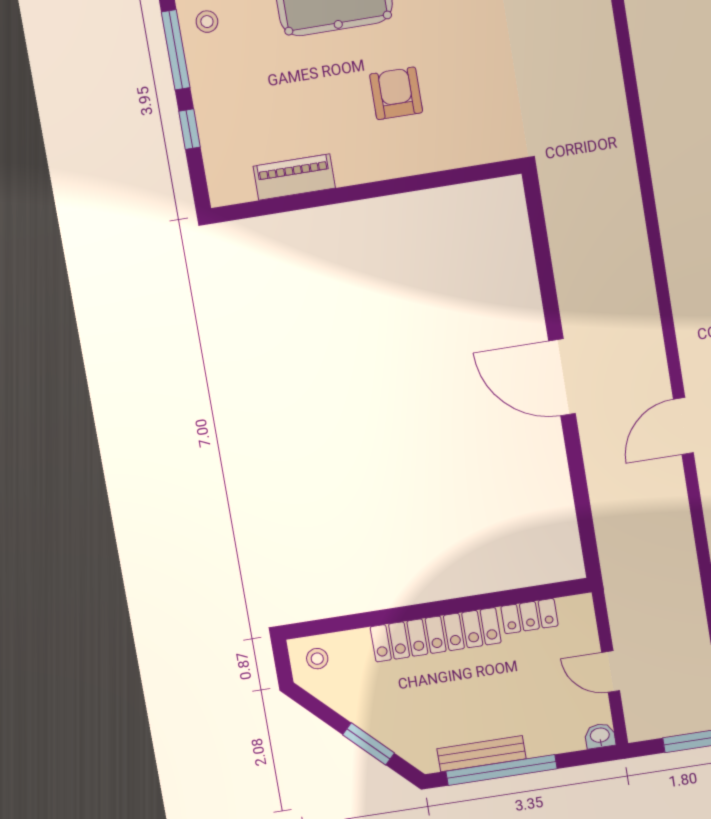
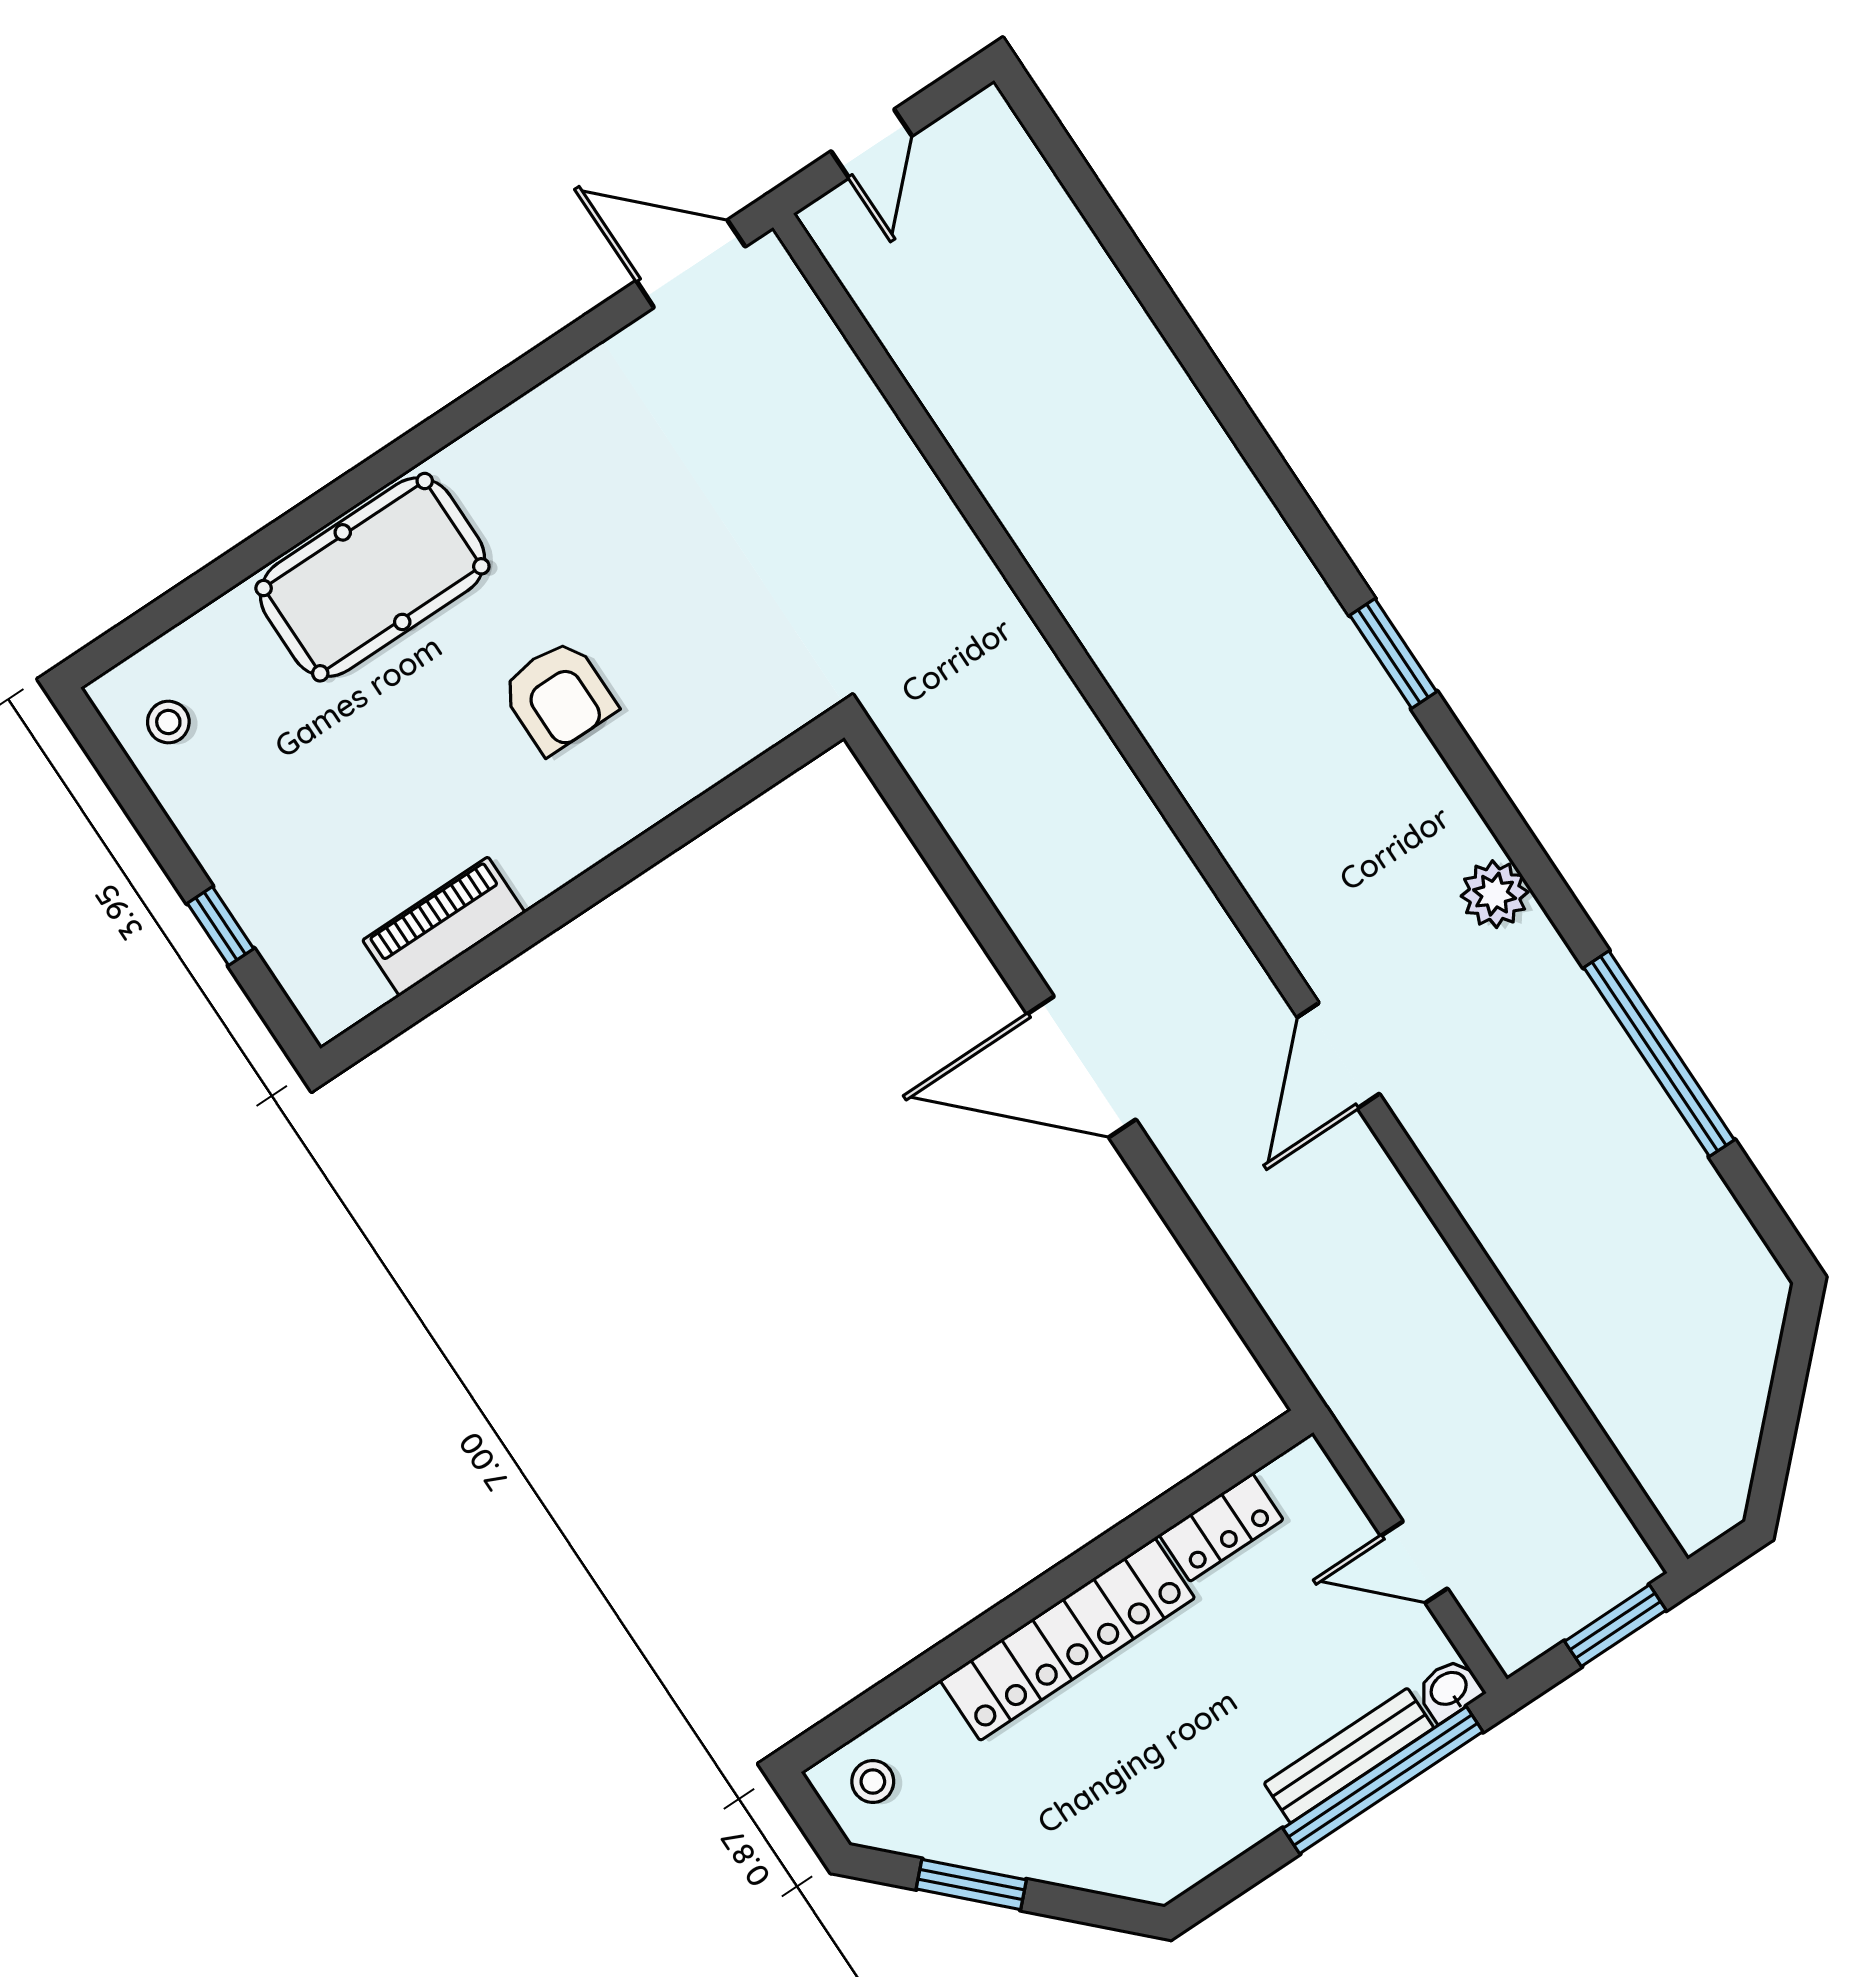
window: (176, 50) -> (135, 797), removed
armchair: (396, 93) -> (558, 697), turned 180
window: (369, 744) -> (971, 1884), moved
bench: (481, 754) -> (1349, 1756), moved
window: (501, 770) -> (1383, 1780), moved

